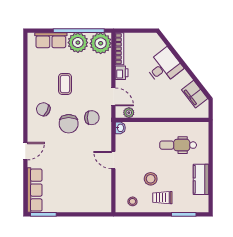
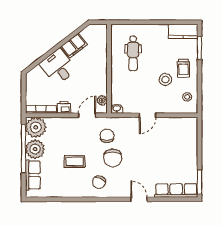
filing cabinet: (195, 94) -> (74, 46), moved
chair: (69, 124) -> (113, 158), turned 90
kitchen counter: (201, 179) -> (183, 31), moved

